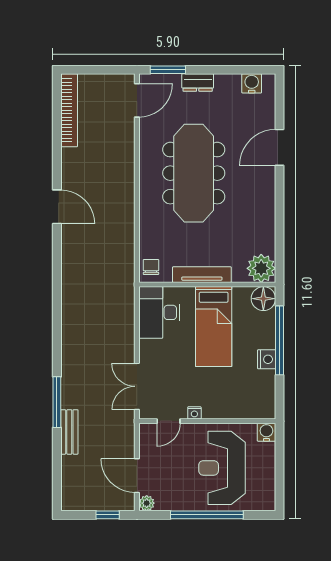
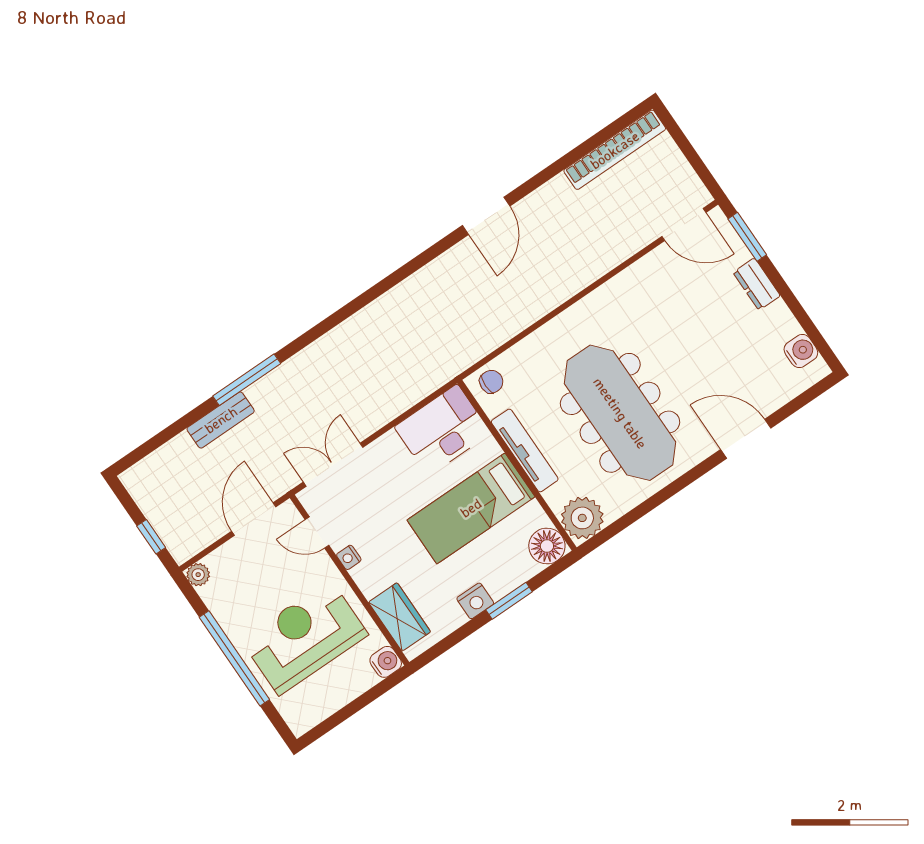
meeting table: (194, 173) -> (620, 413), moved, turned 90
window: (279, 340) -> (509, 601), width x0.47
wardrobe: (247, 407) -> (399, 617), added
door: (137, 476) -> (254, 519), moved

